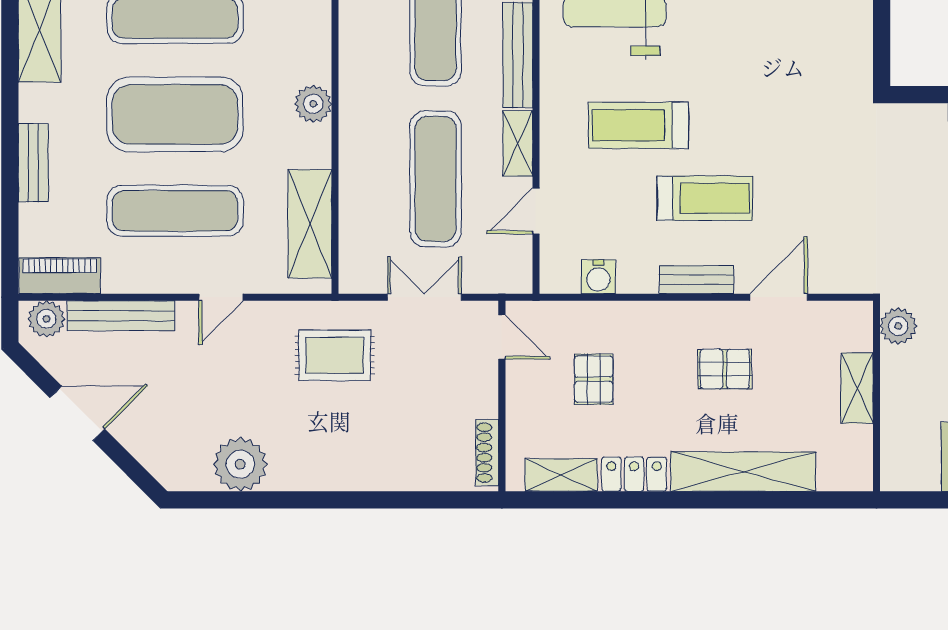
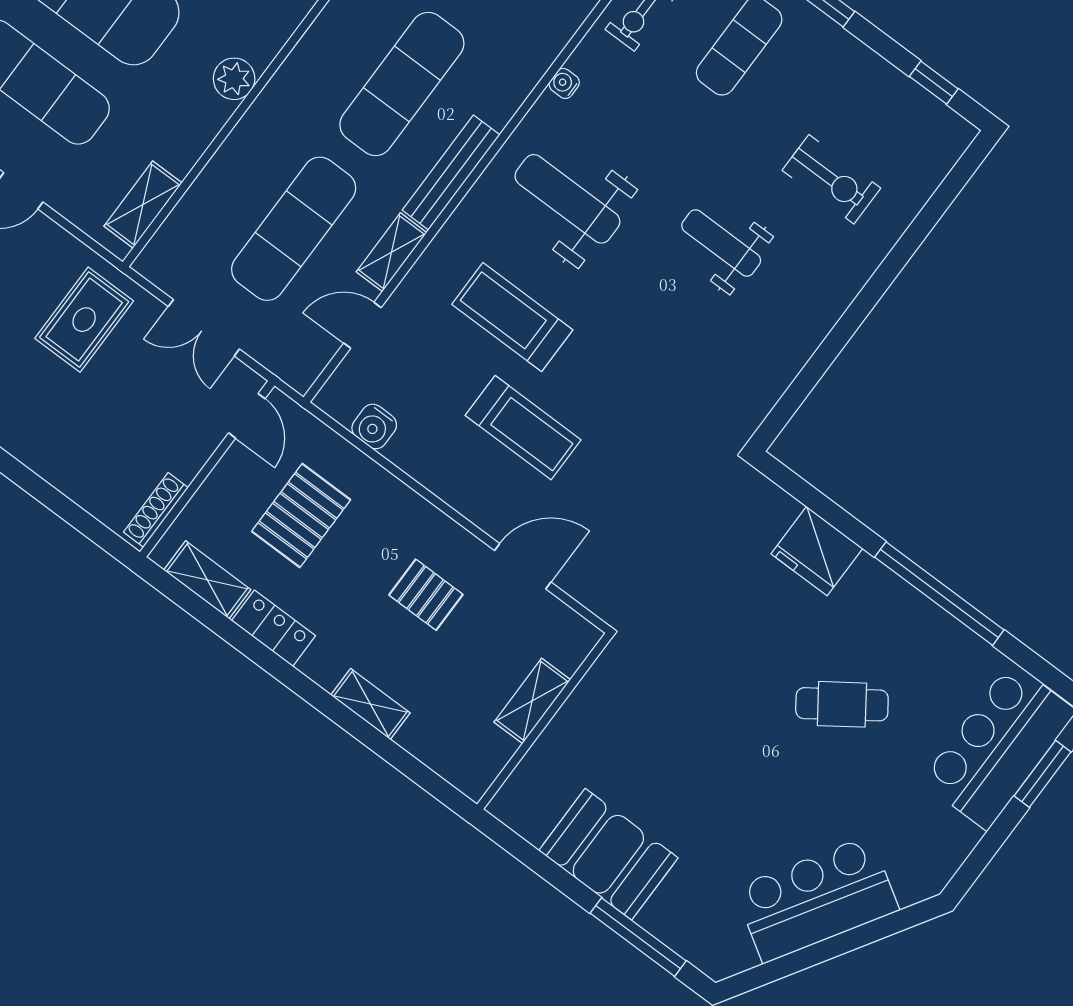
shelving: (310, 224) -> (143, 205), width x0.67, depth x0.75
bench: (696, 280) -> (461, 495), removed
double door: (424, 297) -> (204, 328), swing flipped
plant: (898, 326) -> (611, 673), removed
rug: (335, 355) -> (84, 320), turned 90
pallet: (594, 379) -> (301, 516), width x1.50, depth x1.42
shelving: (743, 472) -> (370, 704), width x0.45, depth x0.75

